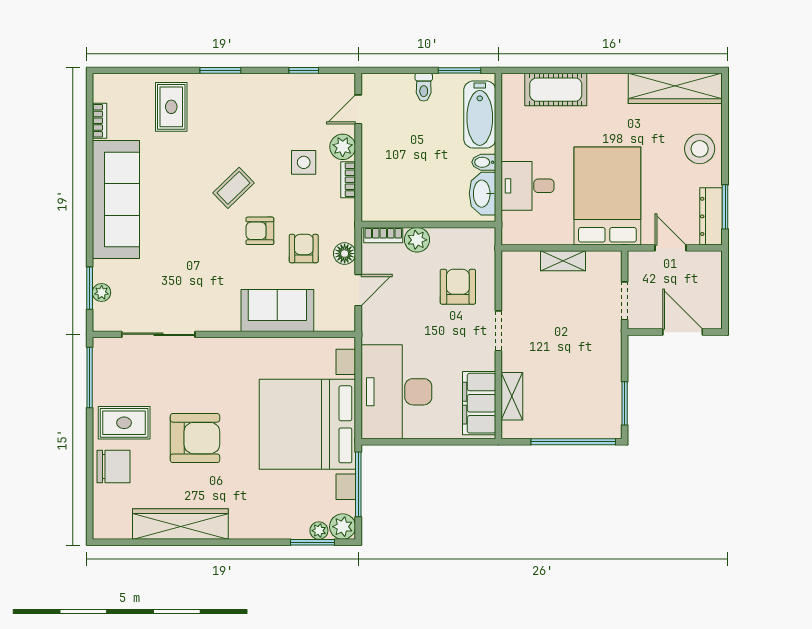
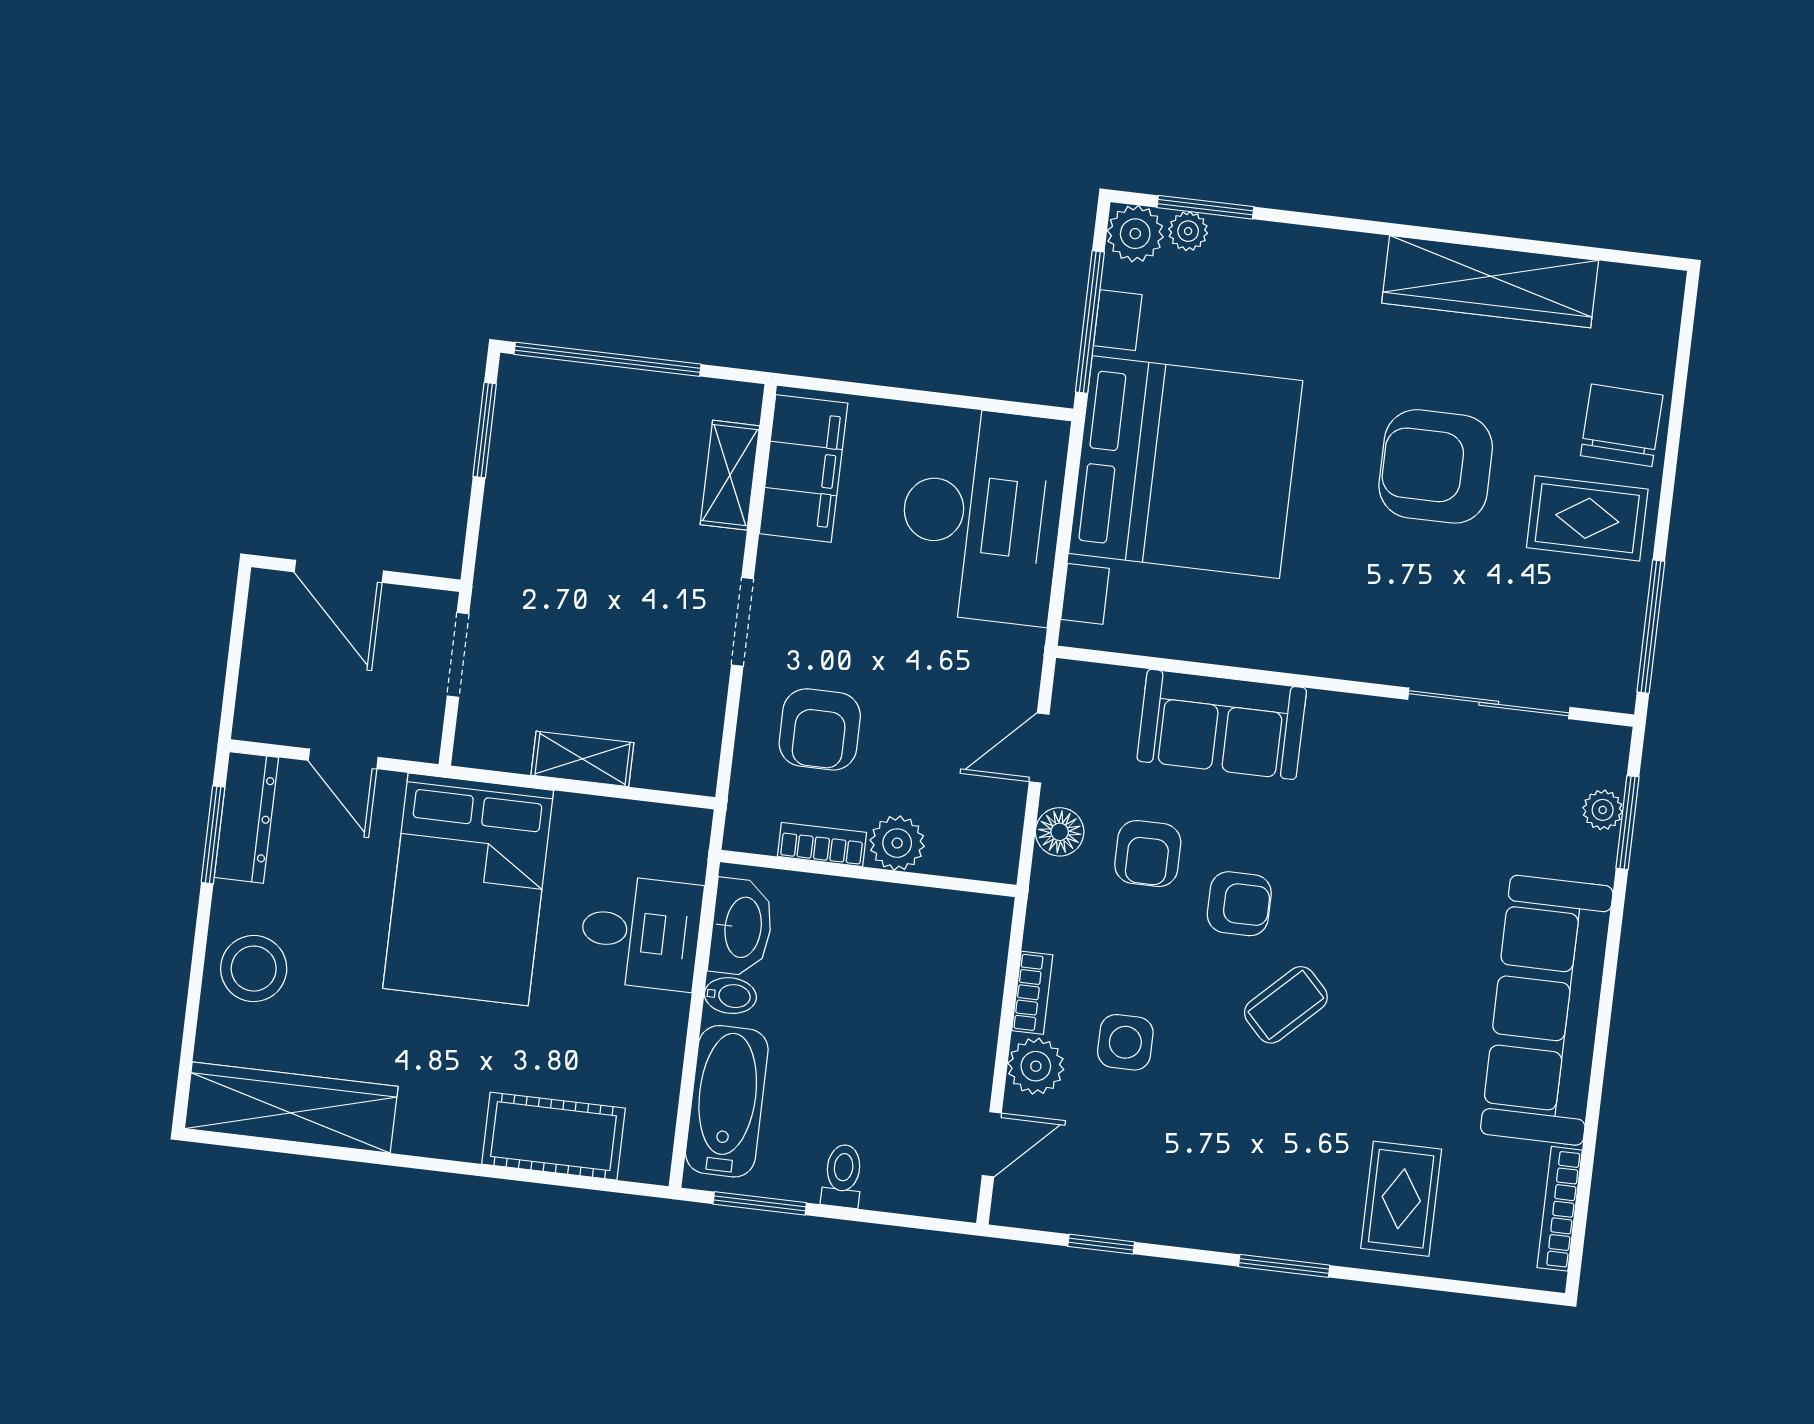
bookcase: (99, 121) -> (1560, 1209), width x1.56
bookcase: (383, 235) -> (822, 844), moved
chair: (114, 466) -> (1622, 425), turned 92

